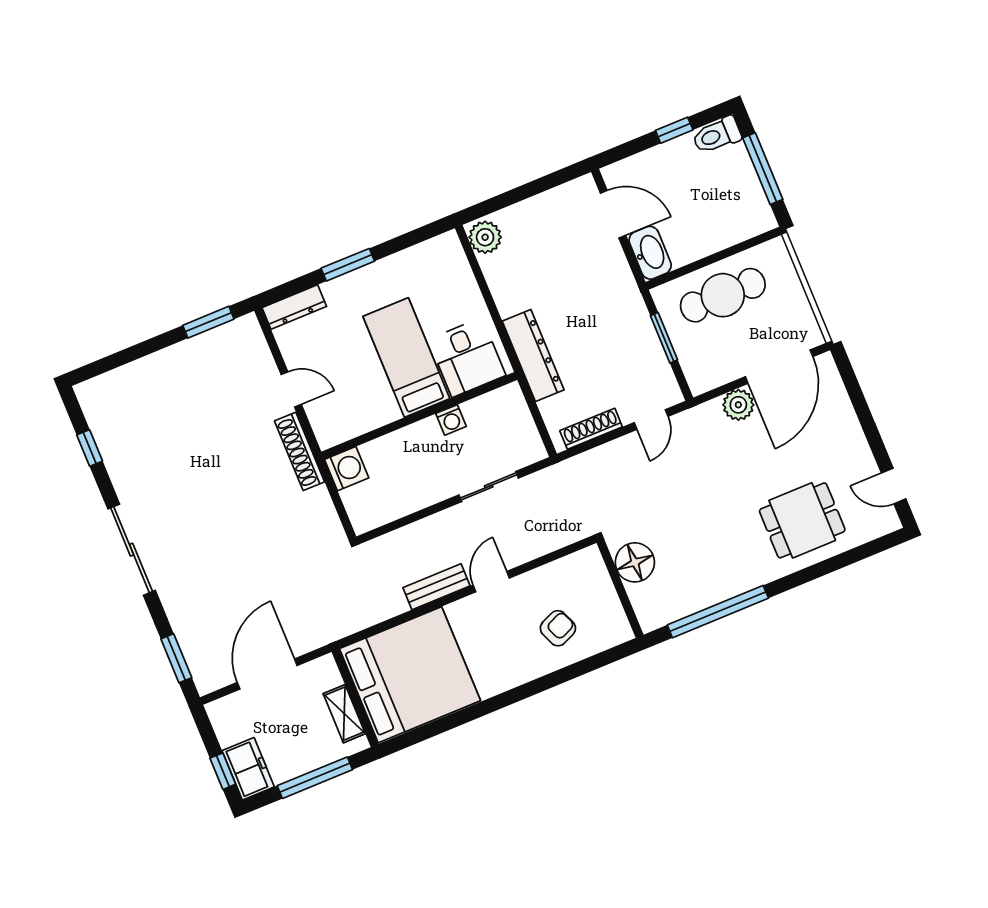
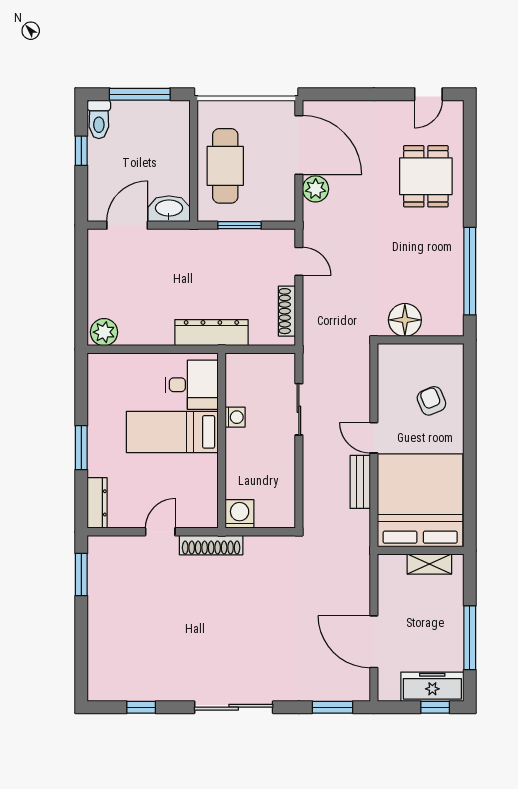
bed: (410, 675) -> (420, 500), moved
wall: (355, 698) -> (421, 550), moved
shelving: (344, 714) -> (429, 564), moved
freezer: (248, 769) -> (432, 687), width x1.40

